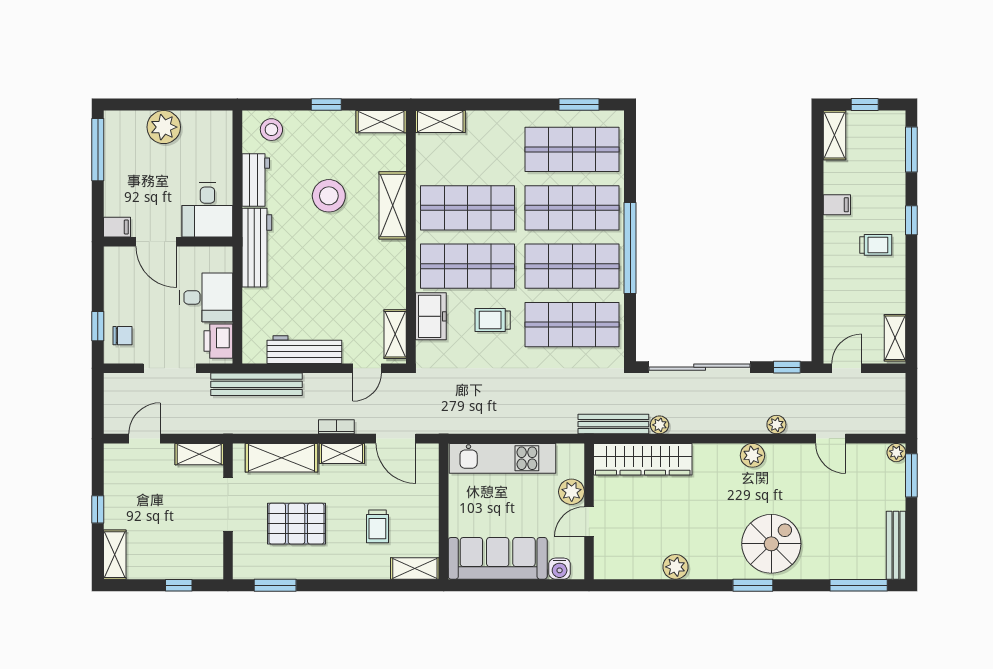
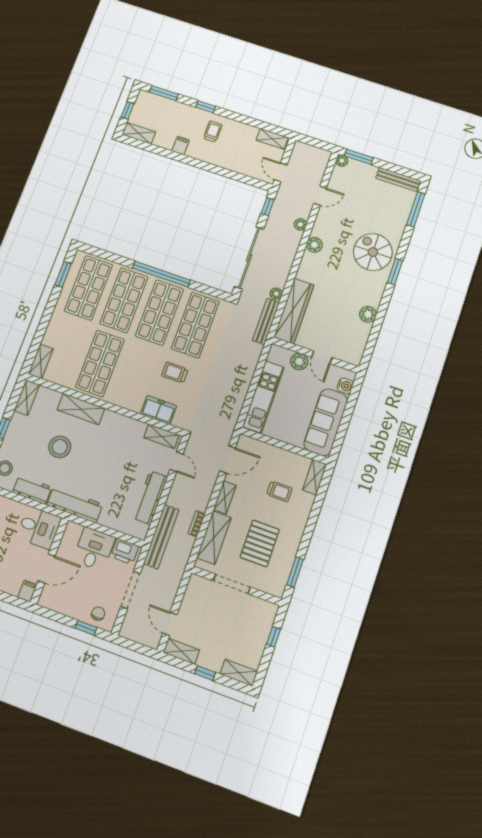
shop shelf: (468, 266) -> (136, 376), removed
trolley: (493, 320) -> (175, 373), turned 90
bookcase: (336, 427) -> (196, 524), moved
shelving: (199, 454) -> (181, 651), moved, turned 90

